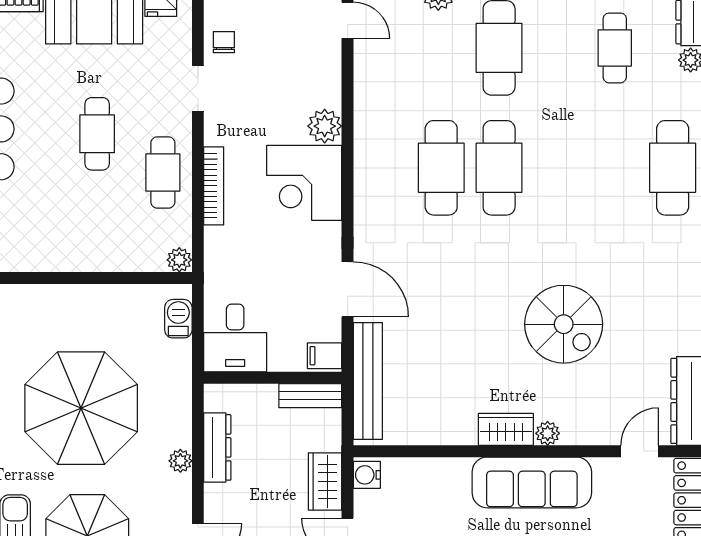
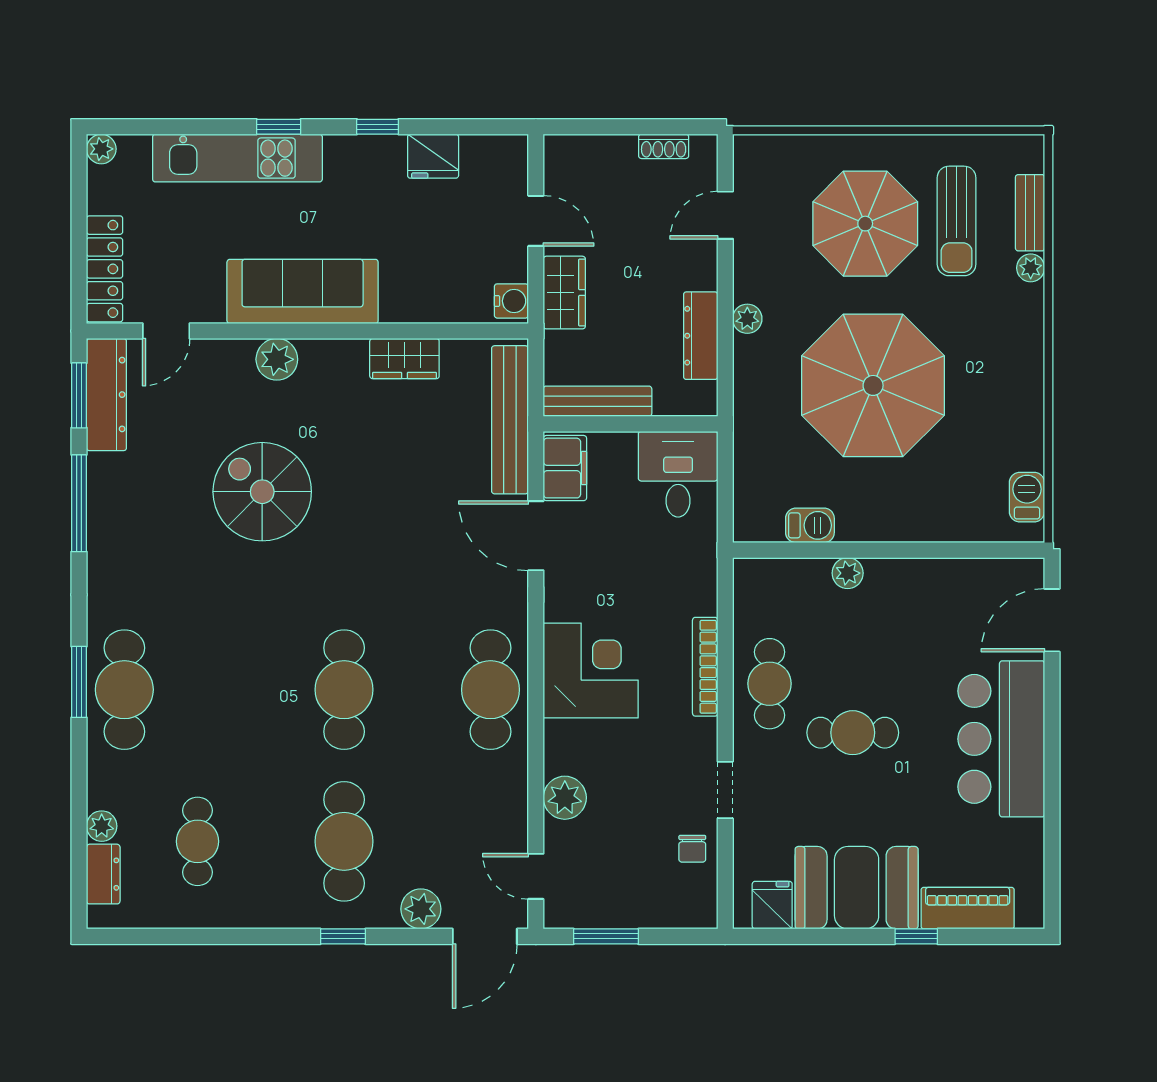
plant: (325, 126) -> (565, 798), moved
cafe table: (97, 134) -> (853, 733), turned 90
cafe table: (441, 168) -> (491, 690), moved
plant: (179, 260) -> (848, 573), moved
barbecue: (178, 319) -> (810, 525), moved, turned -90
filing cabinet: (325, 356) -> (565, 468), width x2.00
bench: (310, 396) -> (597, 401), width x1.36
wardrobe: (506, 429) -> (404, 359), moved
plant: (548, 433) -> (277, 359), width x1.38, depth x1.38

